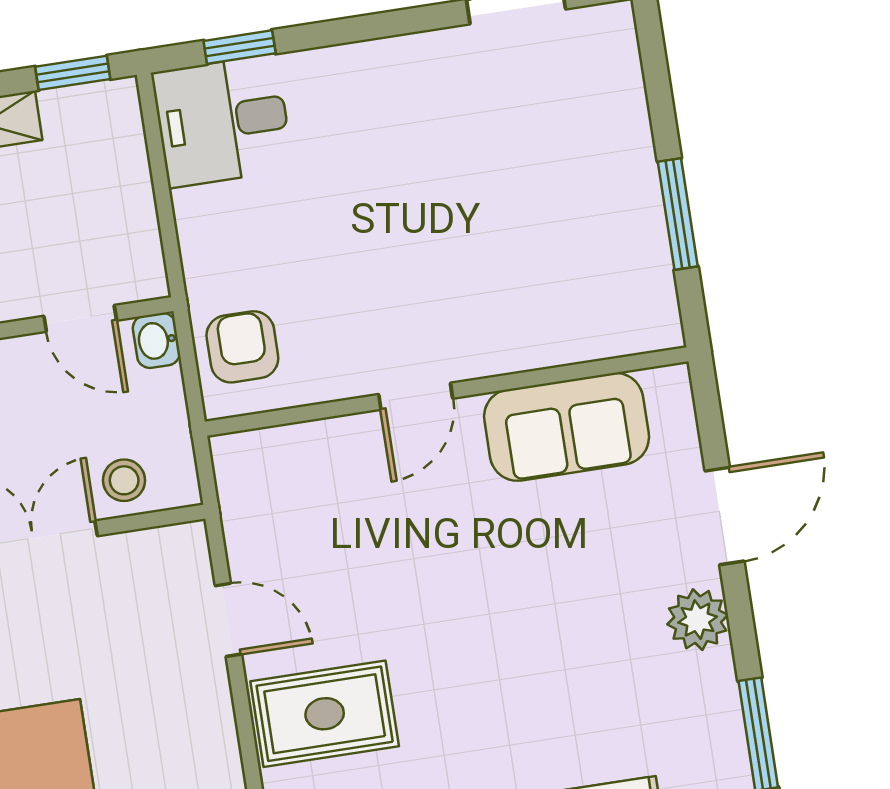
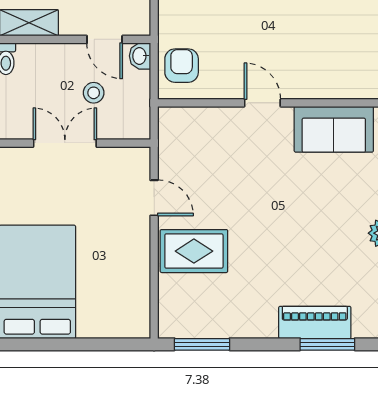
door: (416, 396) -> (262, 103), swing flipped
stool: (124, 480) -> (94, 93), moved

